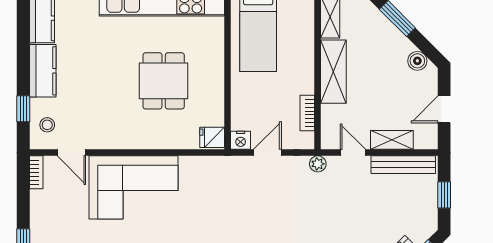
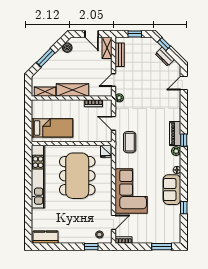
kitchen counter: (43, 71) -> (72, 237), removed
dining table: (164, 81) -> (77, 176), width x1.88, depth x1.24
nightstand: (241, 140) -> (107, 137), removed
shelving: (392, 140) -> (107, 48), moved
bench: (403, 165) -> (120, 55), width x0.73
coffee table: (230, 185) -> (130, 142), added

